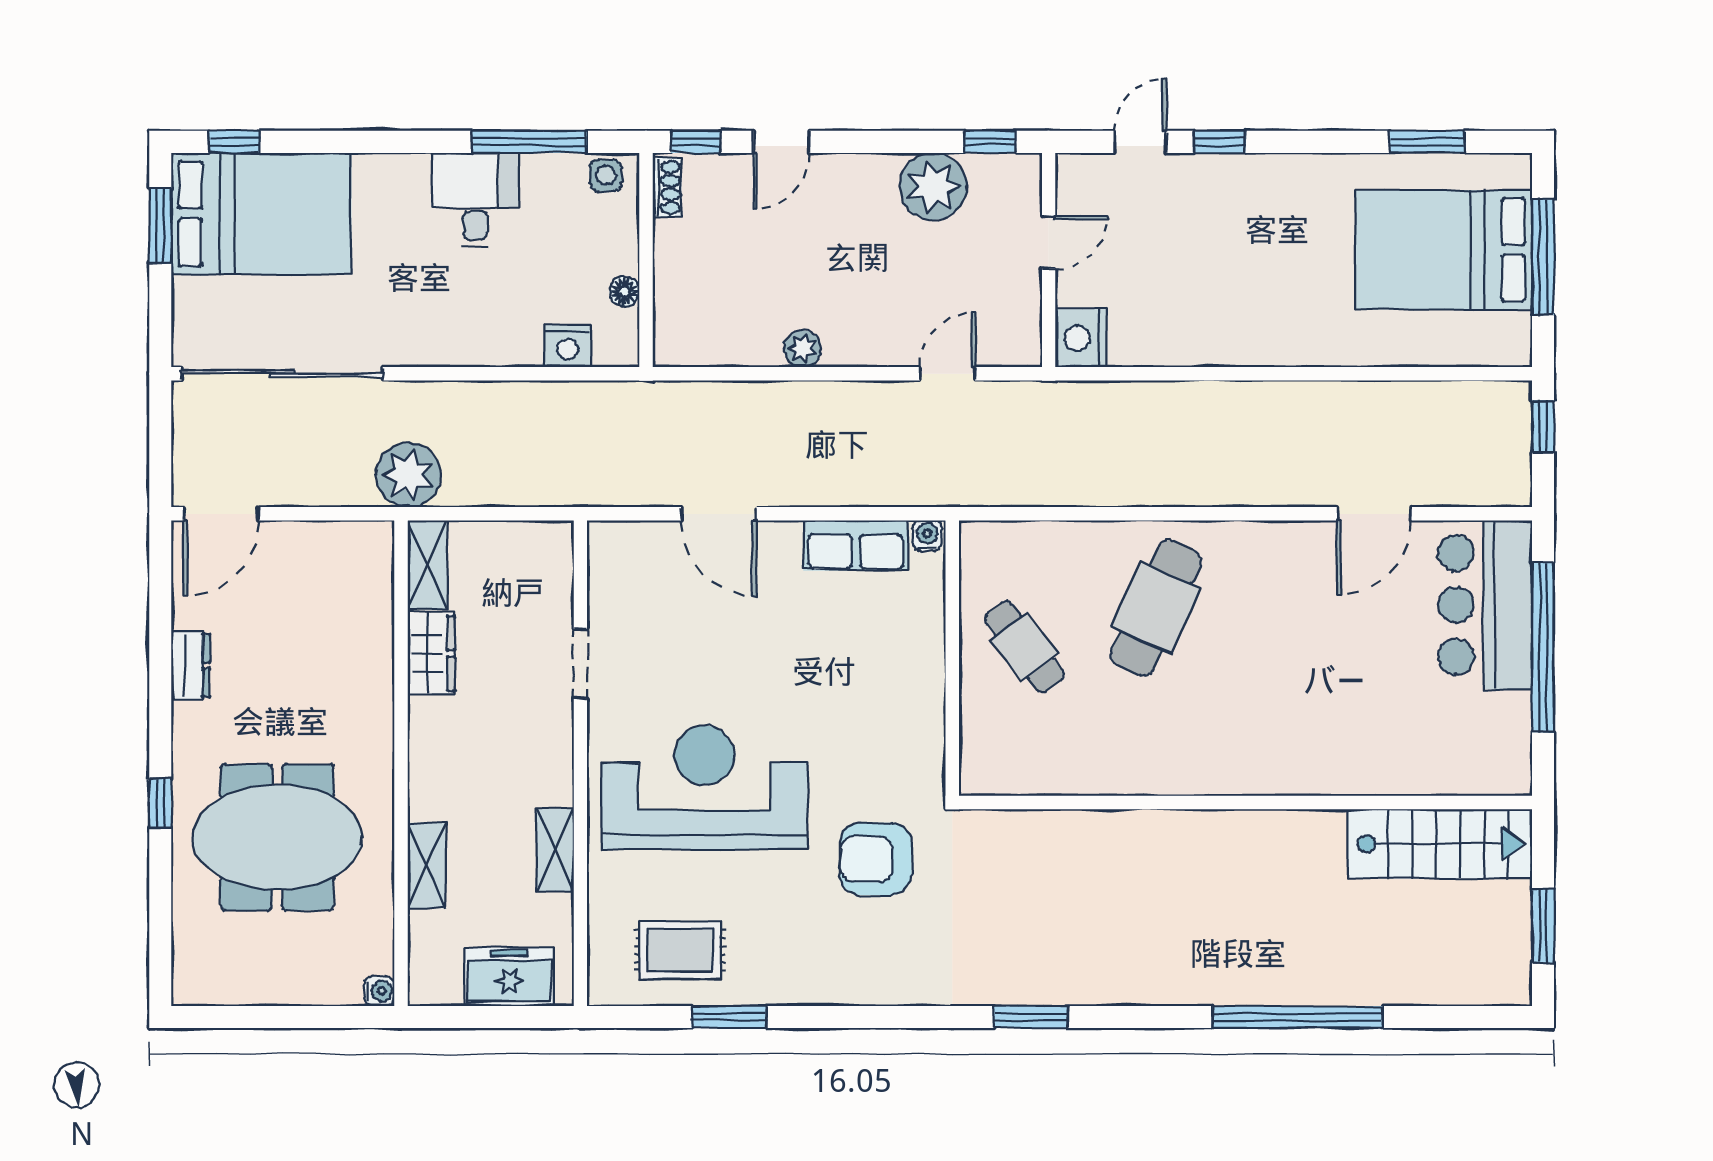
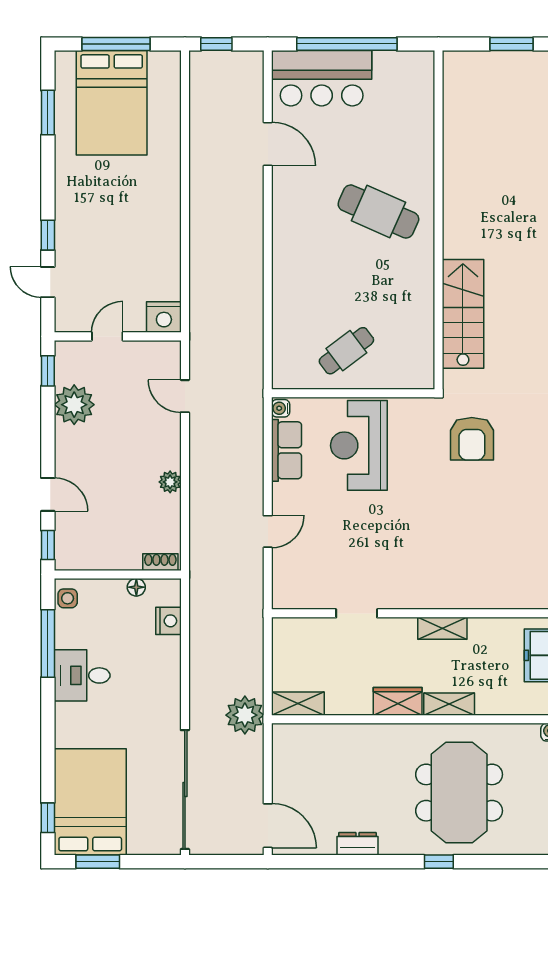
shoe rack: (667, 188) -> (160, 562), moved
door: (1049, 242) -> (107, 336), hinge flipped
door: (719, 514) -> (268, 531), width x0.73
cafe table: (1156, 608) -> (378, 212), moved
wardrobe: (431, 653) -> (398, 701), moved
reception desk: (704, 788) -> (359, 445), moved, width x0.74, depth x0.77
stairs: (1440, 844) -> (463, 314), moved
shelving: (555, 850) -> (442, 628), moved
shelving: (427, 865) -> (449, 704), moved
rug: (680, 950) -> (526, 554), removed

